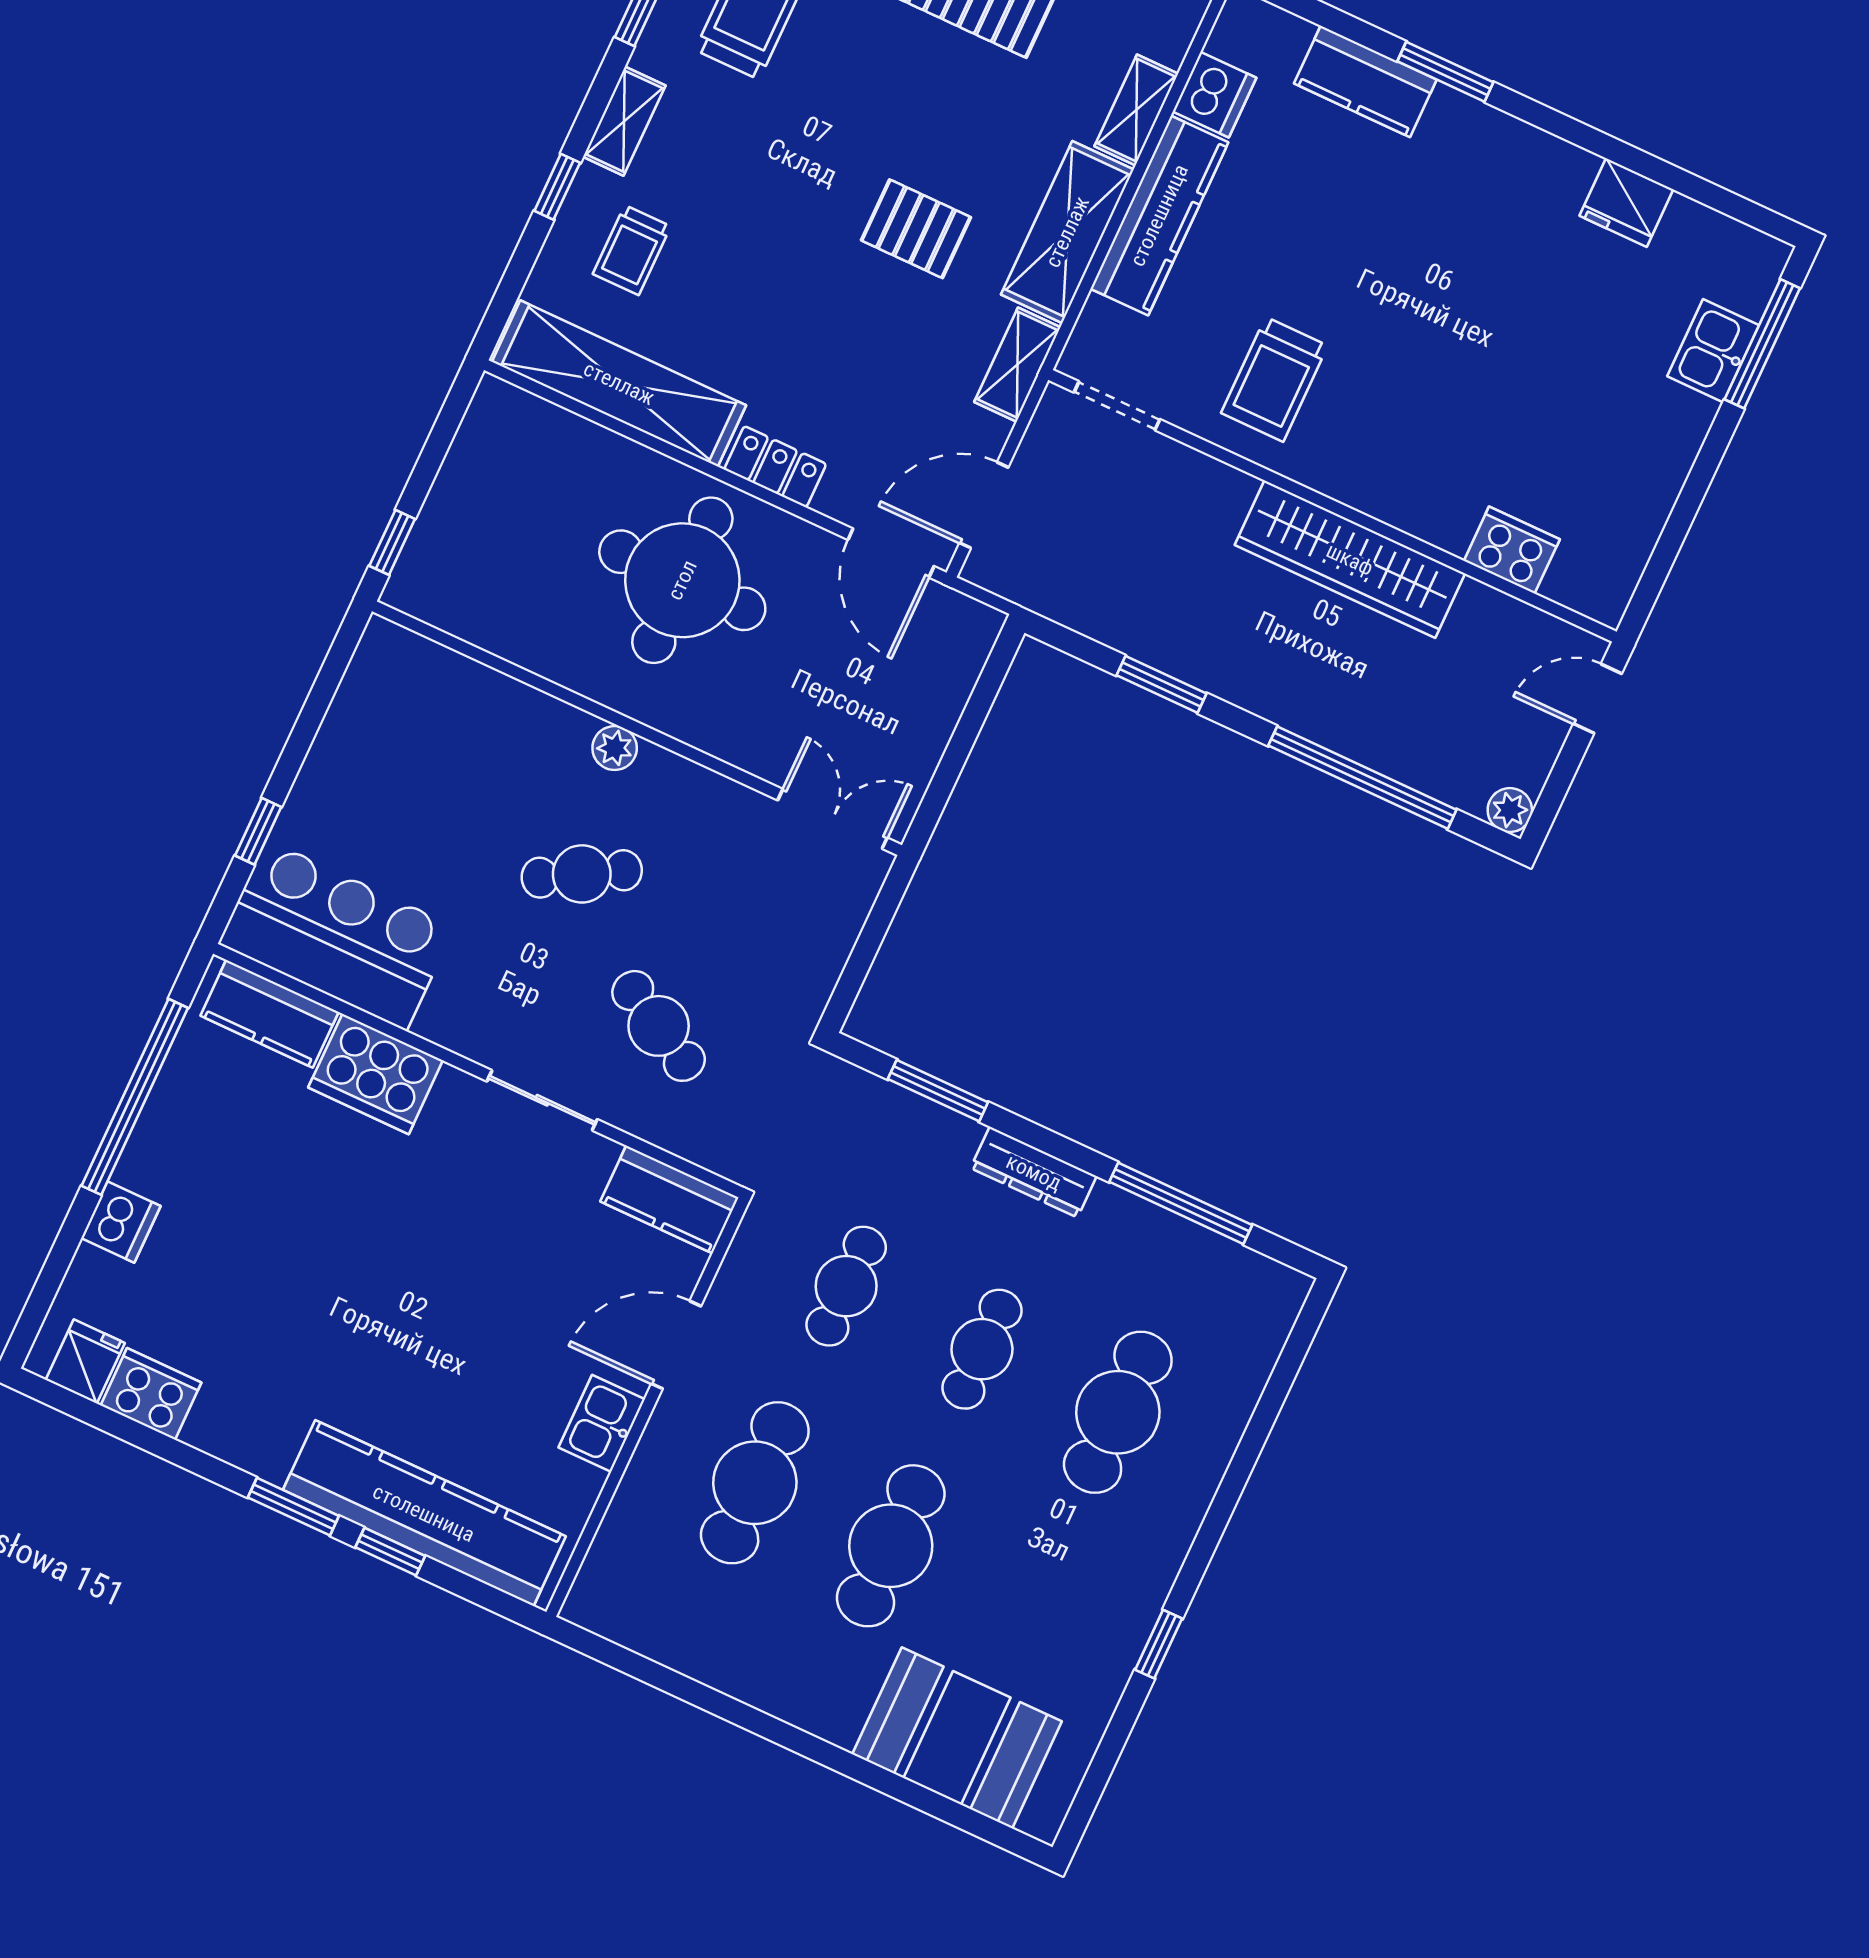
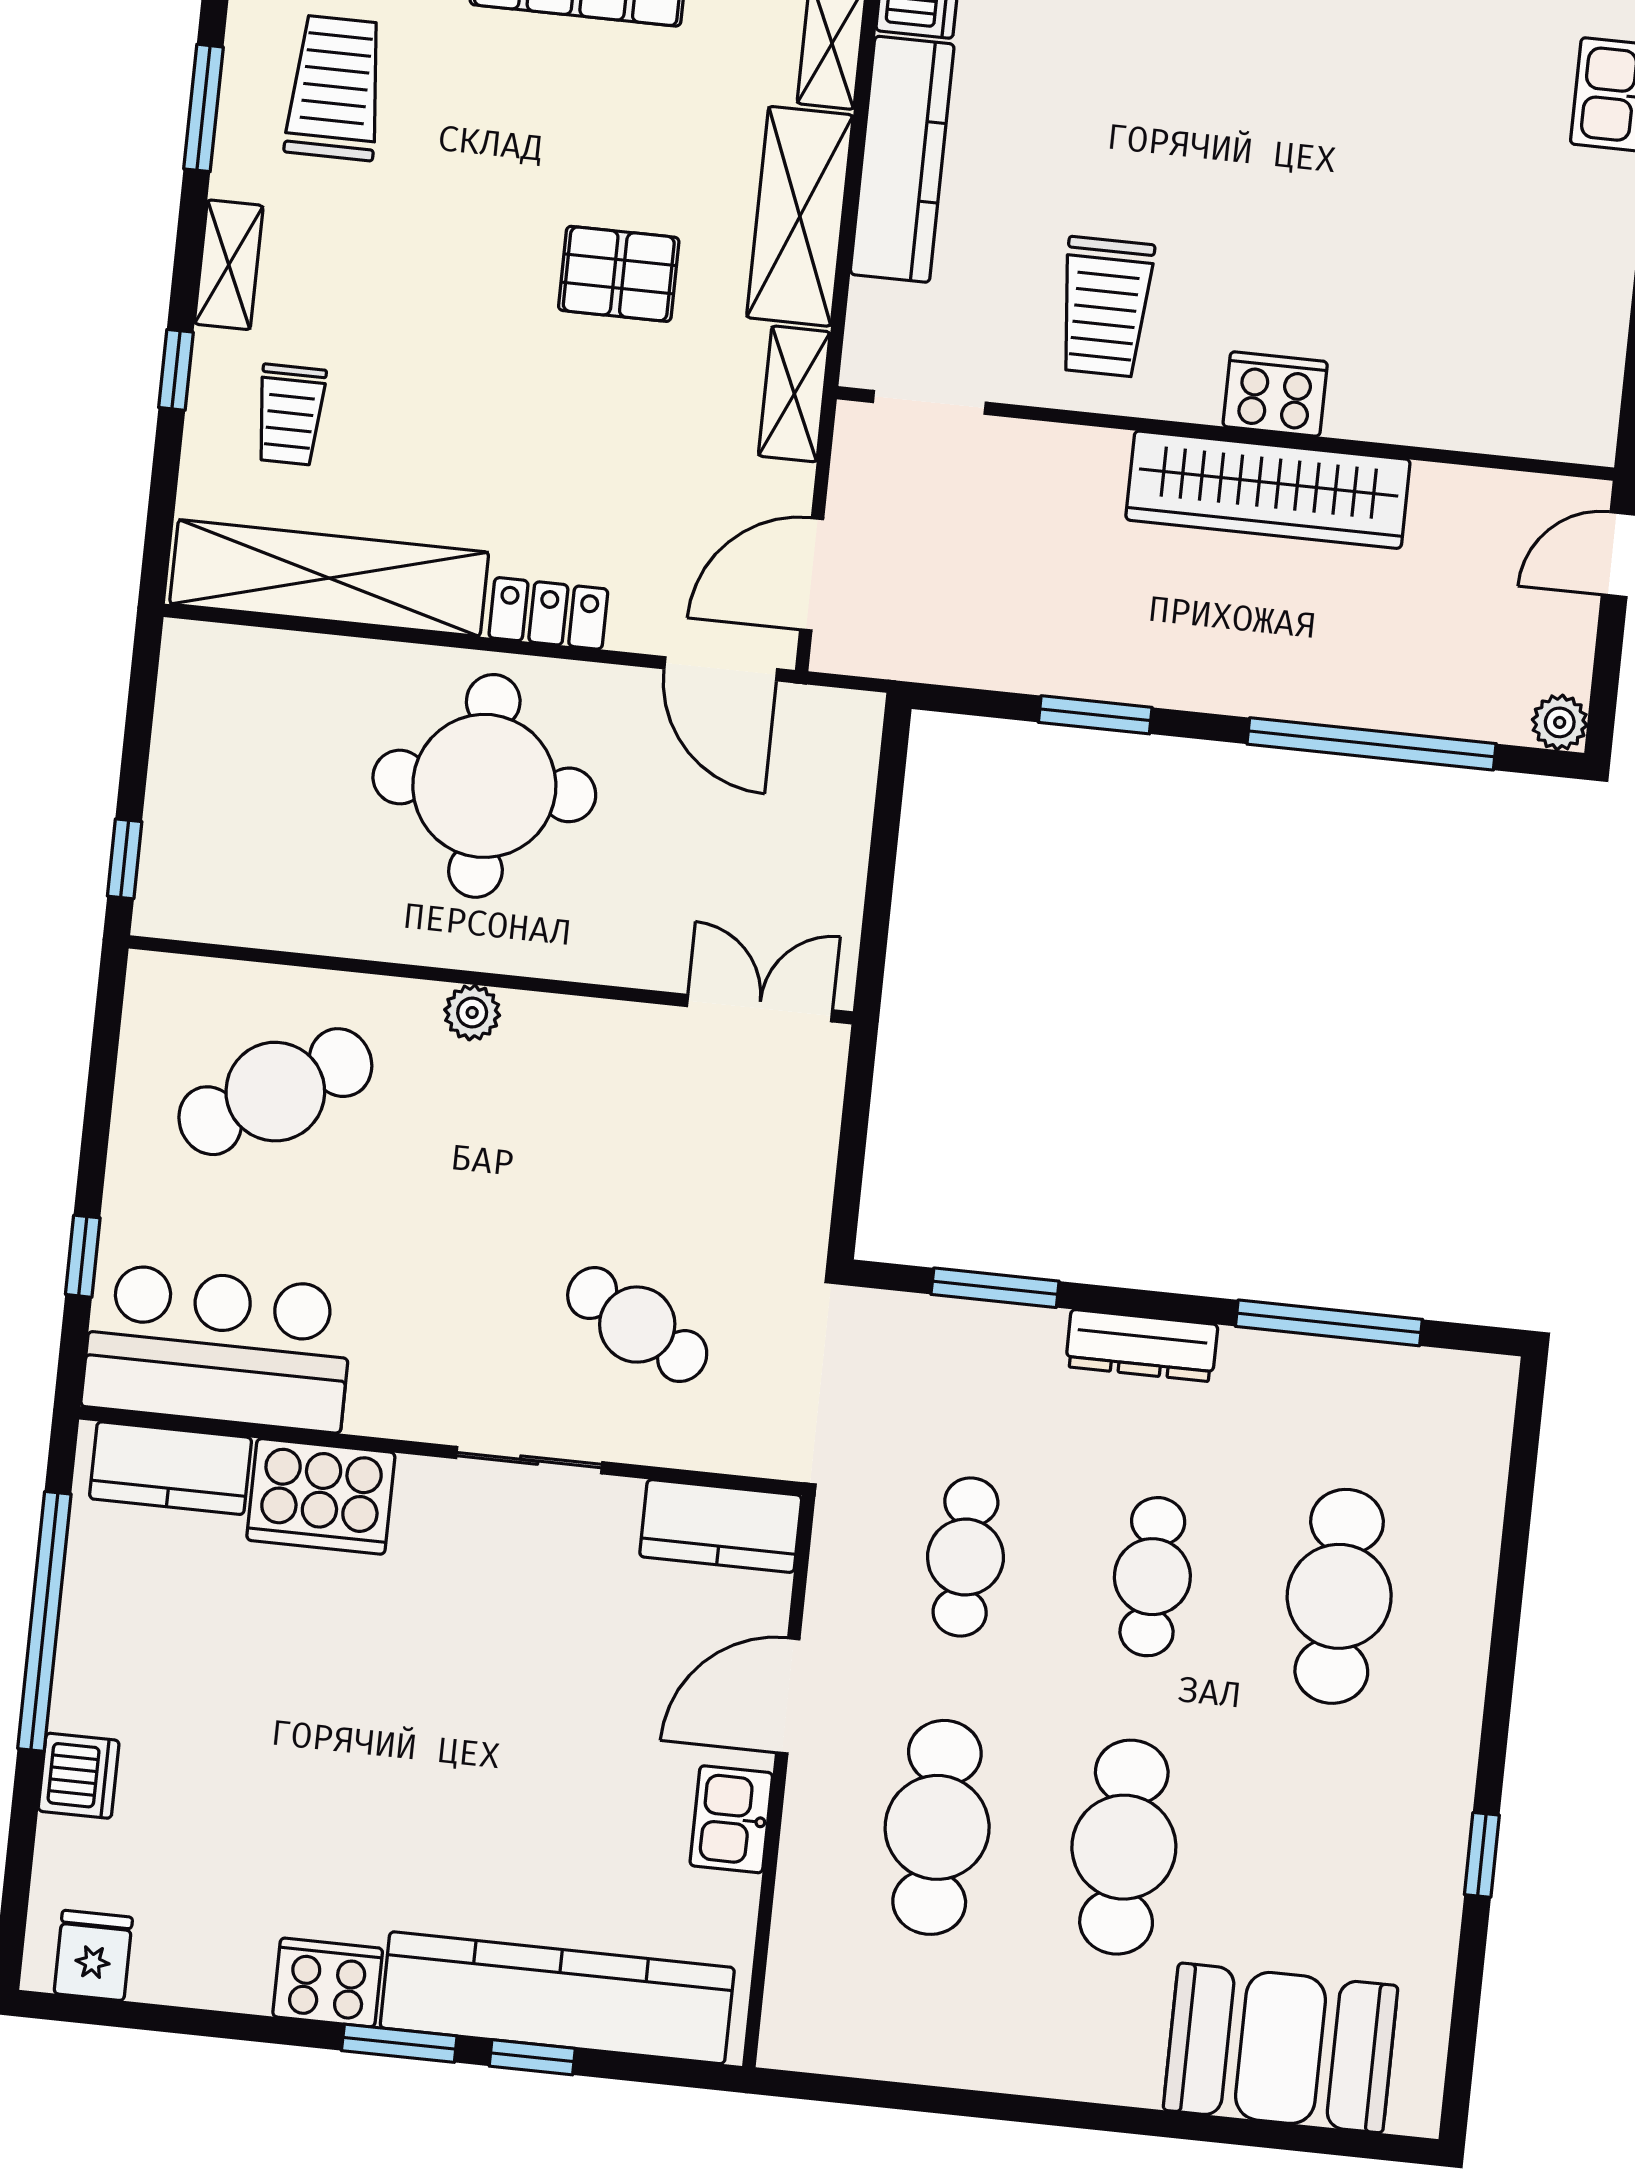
cooker: (1512, 550) -> (1275, 394), moved
cafe table: (582, 874) -> (275, 1092), moved, width x1.37, depth x1.35
cooker: (151, 1394) -> (328, 1982), moved

